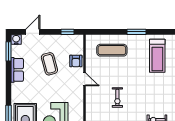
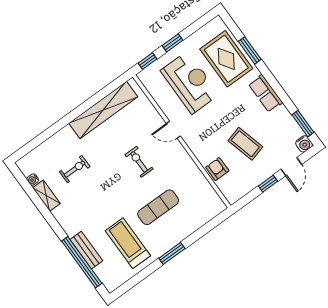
window: (68, 32) -> (268, 184), moved
exercise mat: (112, 50) -> (158, 207), moved
row of seats: (17, 70) -> (265, 93), moved
door: (85, 79) -> (173, 130), moved

